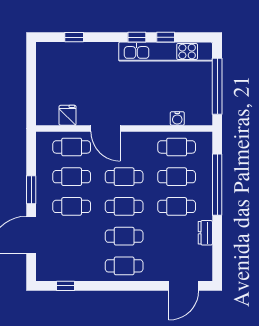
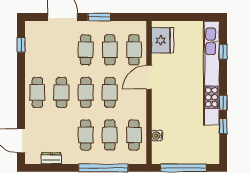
kitchen unit: (166, 52) -> (211, 73), moved, width x1.36
fridge: (68, 115) -> (162, 40), width x1.88, depth x1.34
dresser: (205, 233) -> (51, 158), moved

